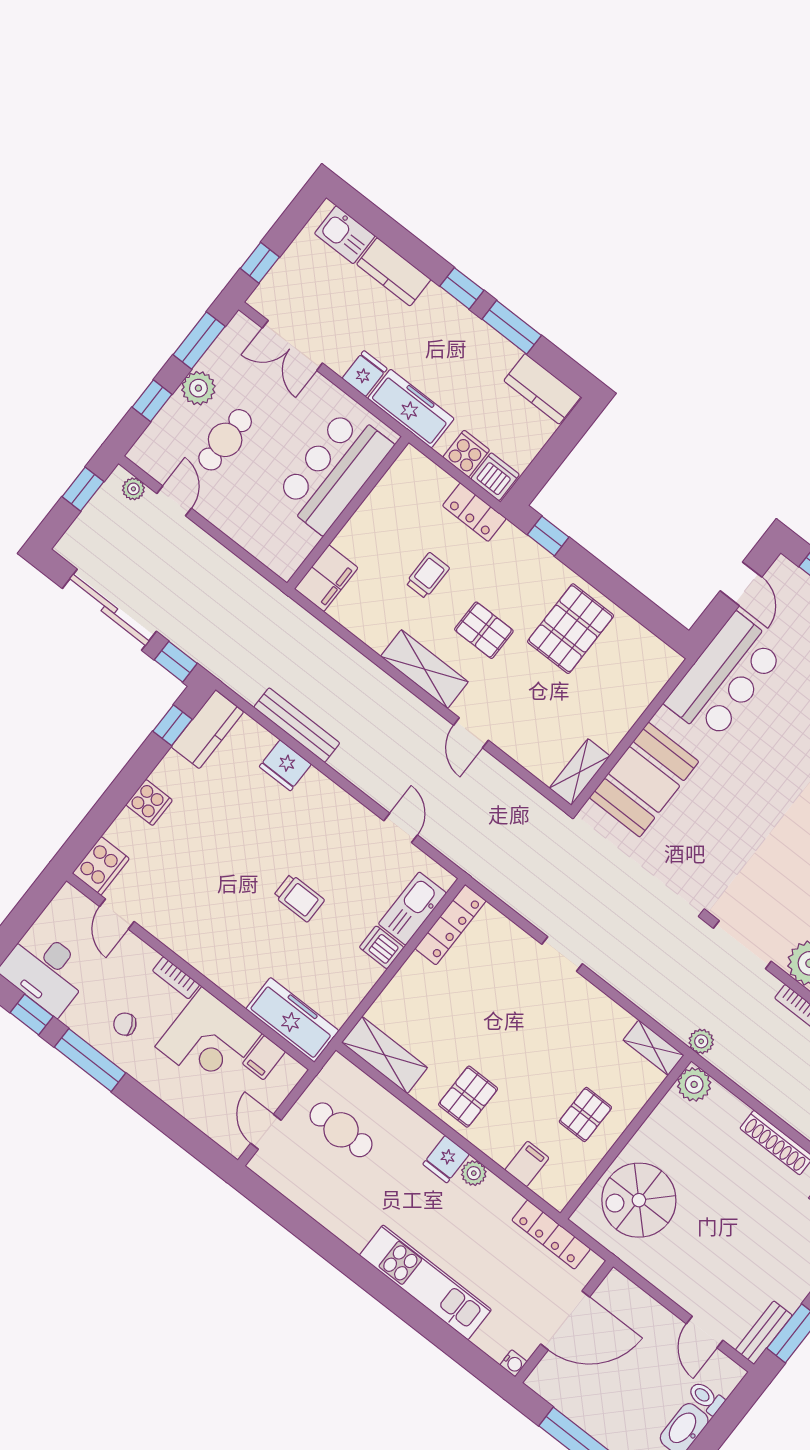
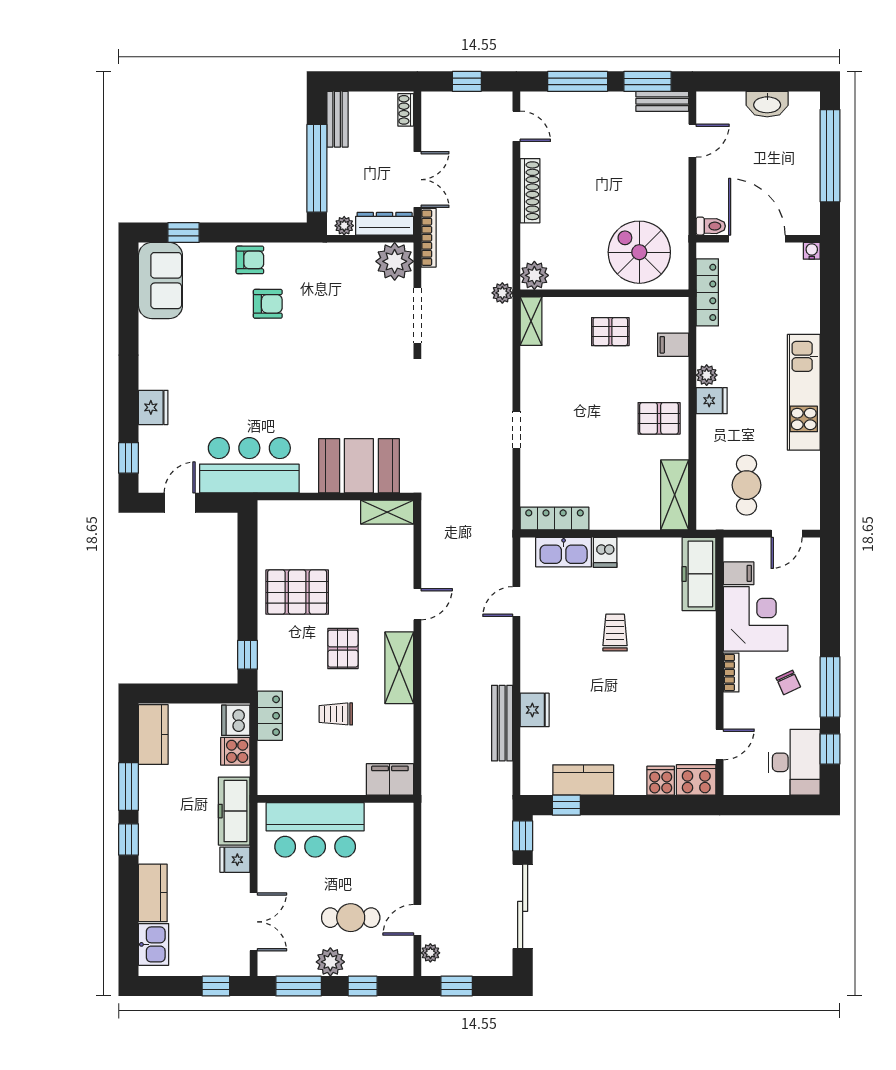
kitchen counter: (207, 729) -> (583, 780), moved
cooker: (149, 802) -> (661, 781), moved
spiral stairs: (639, 1200) -> (639, 252), turned 180
kitchen unit: (425, 1282) -> (804, 392), moved
toilet: (706, 1398) -> (711, 226), moved, turned -90

